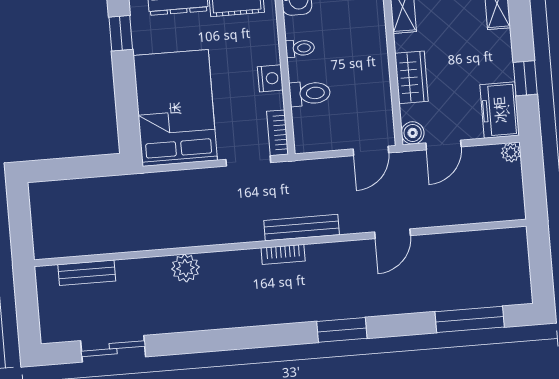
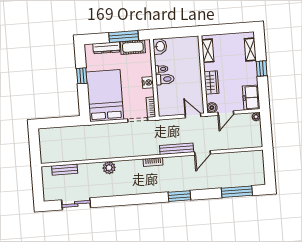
window: (121, 33) -> (82, 76), moved
window: (525, 78) -> (262, 69), moved
toilet: (310, 93) -> (165, 79), moved
door: (371, 151) -> (193, 116), swing flipped
bench: (302, 228) -> (177, 149), moved

